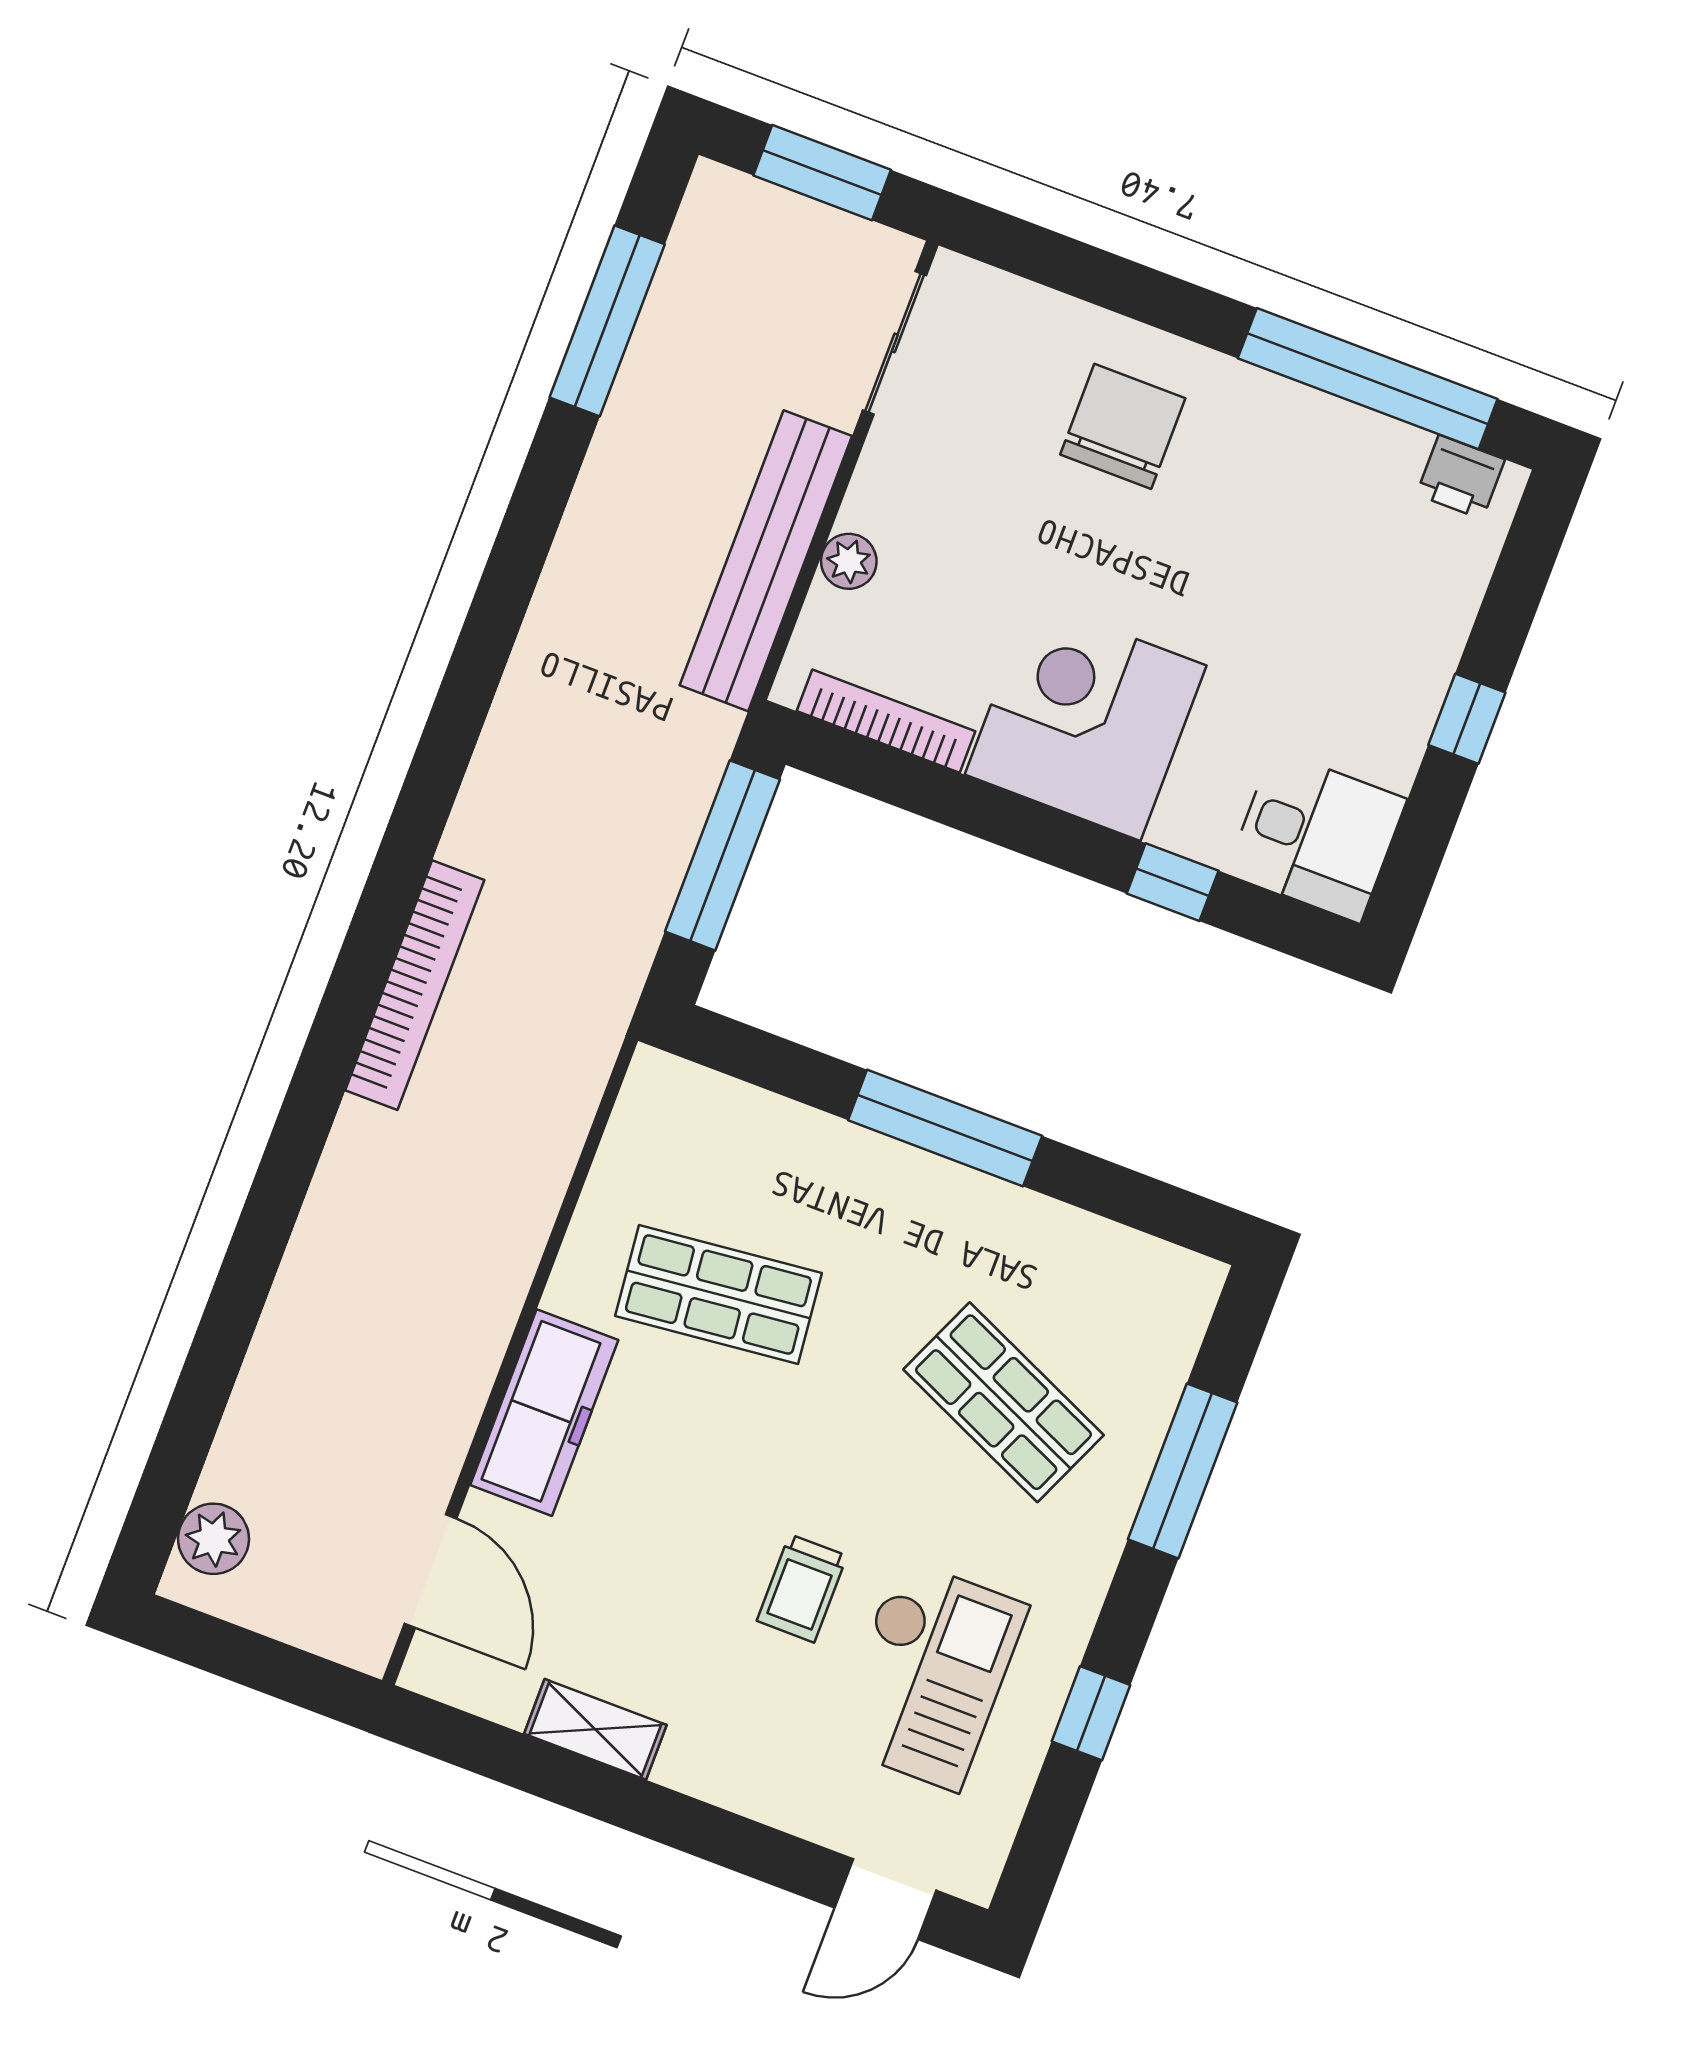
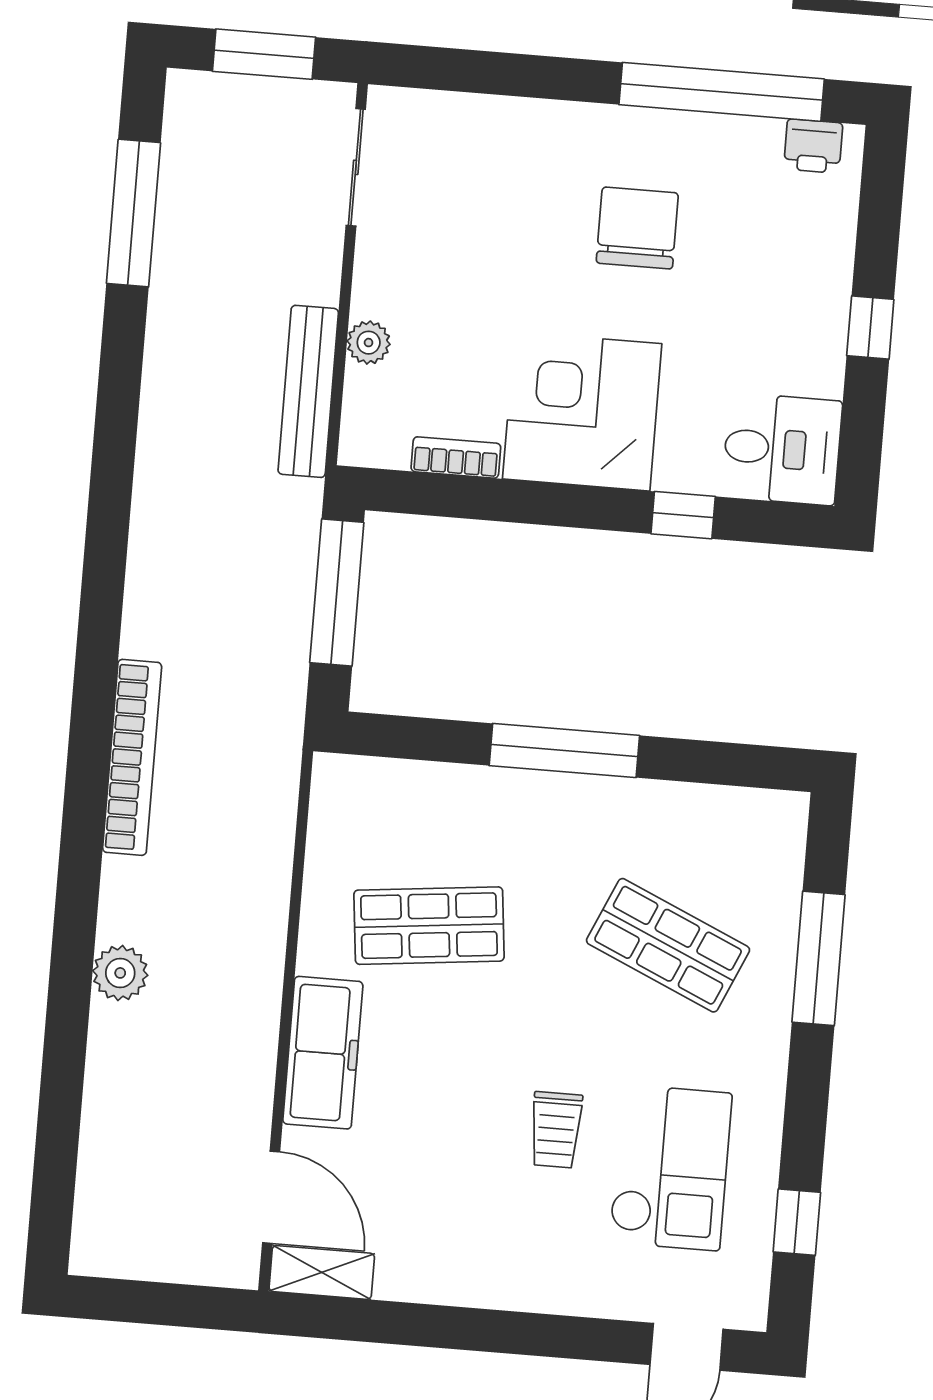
chair: (1123, 426) -> (637, 228), moved
bench: (766, 561) -> (308, 391), width x0.73, depth x0.82
bookcase: (886, 721) -> (456, 457), width x0.64
plant: (213, 1539) -> (120, 973), moved
window: (1091, 1713) -> (797, 1222), moved
shelving: (595, 1729) -> (322, 1272), moved

